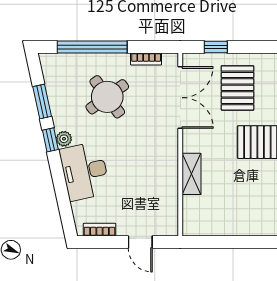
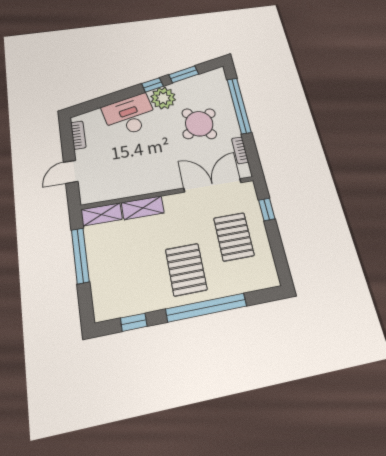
pallet: (237, 88) -> (234, 237), turned 90
double door: (180, 98) -> (213, 185), swing flipped
plant: (64, 139) -> (163, 98), width x1.88, depth x1.88
shelving: (191, 216) -> (102, 214), added
window: (229, 242) -> (80, 256), added

